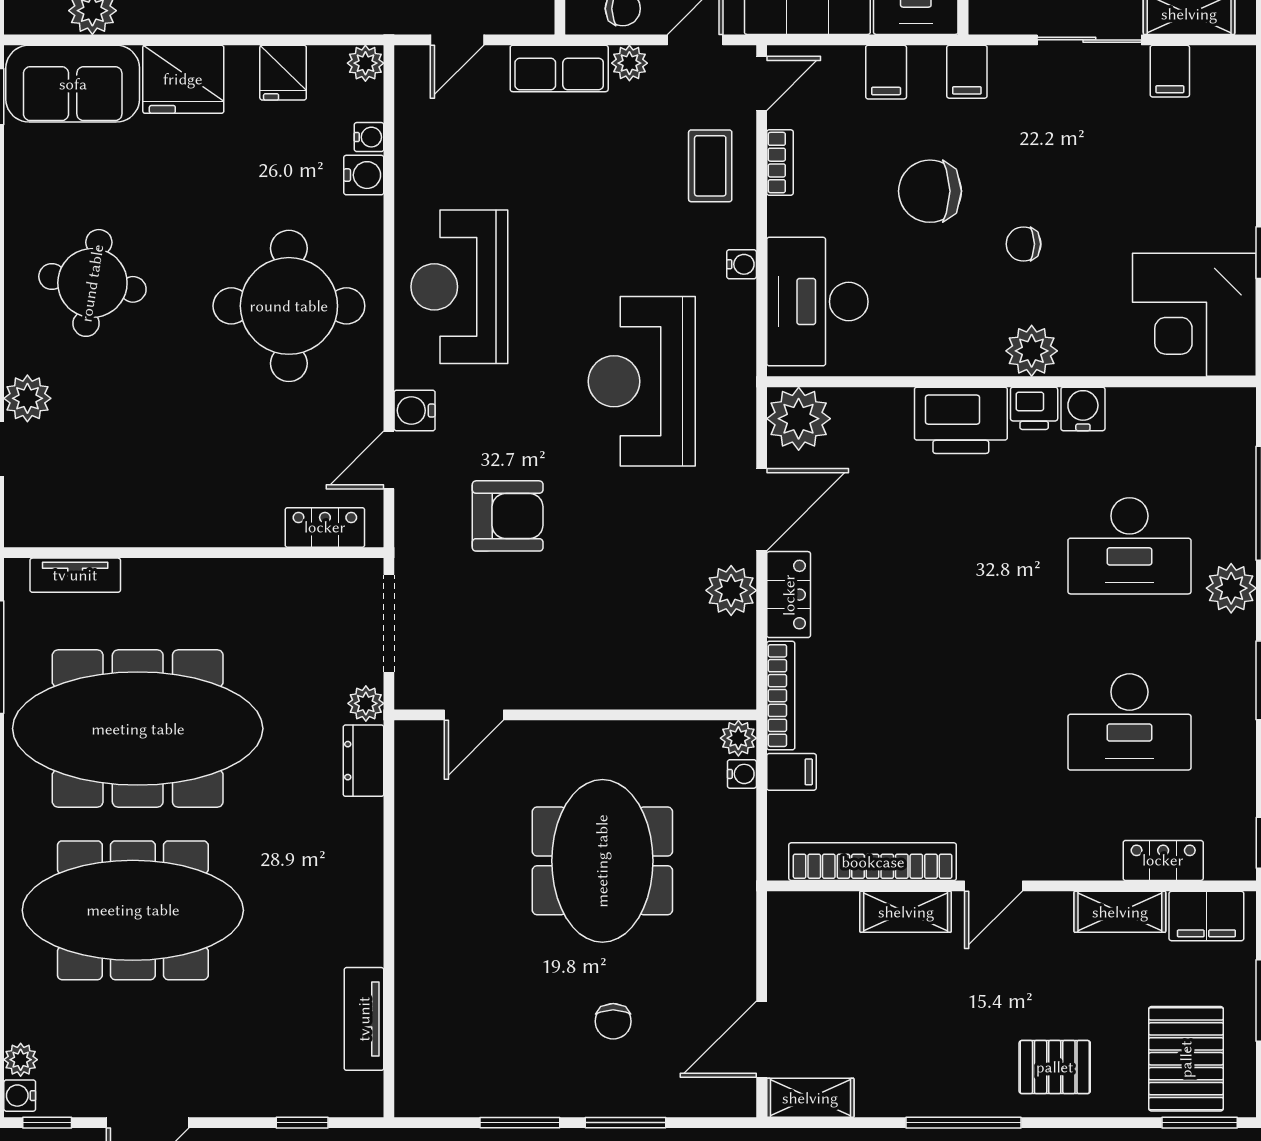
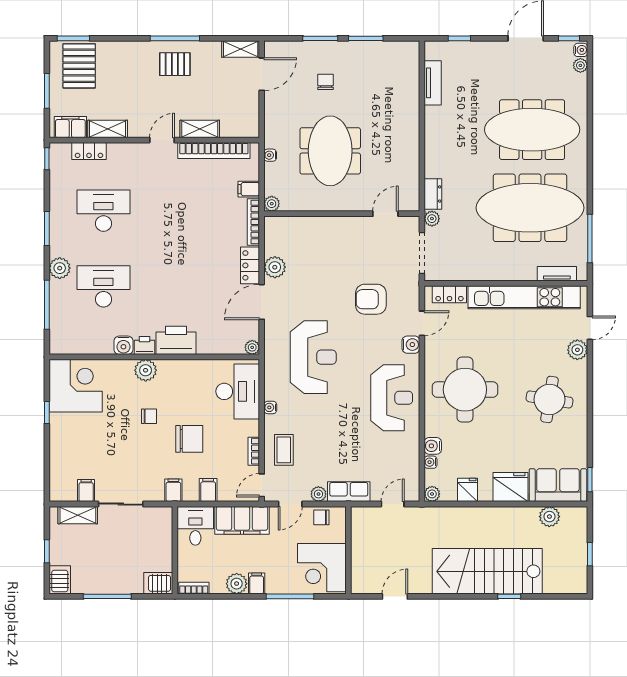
plant: (799, 419) -> (252, 347), width x0.53, depth x0.53
kitchen unit: (152, 521) -> (524, 297), added
water cooler: (742, 774) -> (270, 155), moved
pallet: (1055, 1067) -> (175, 64), moved

